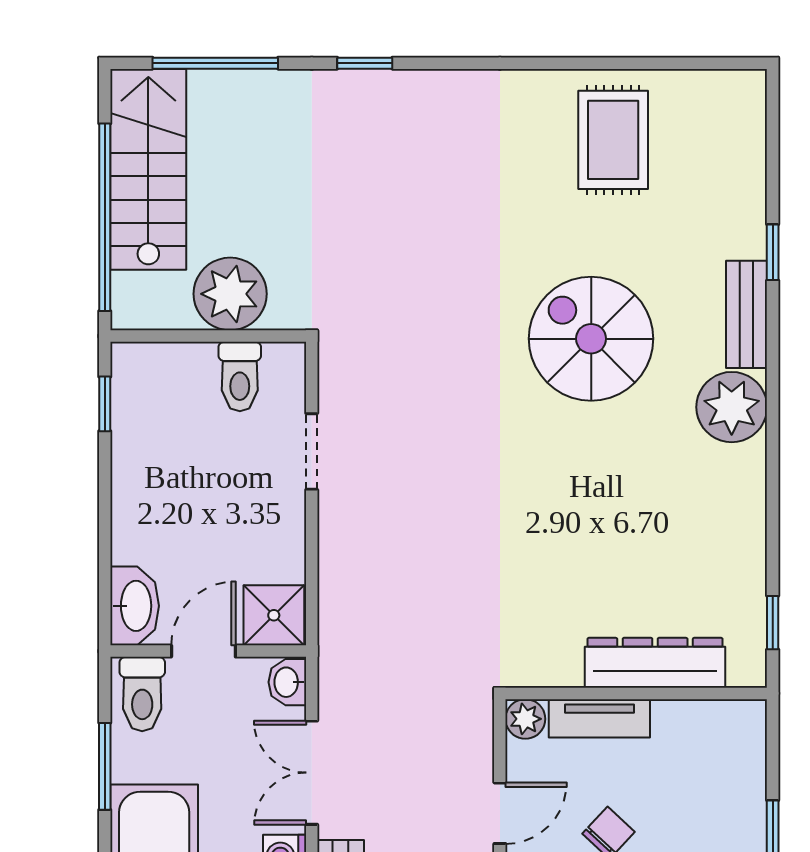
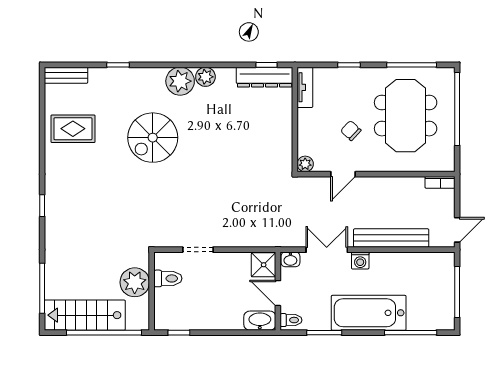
window: (365, 63) -> (42, 206), moved
bench: (746, 314) -> (66, 75), moved
plant: (743, 470) -> (205, 77), added
dresser: (655, 663) -> (265, 77), moved, turned -90
toilet: (142, 694) -> (291, 320), width x0.73, depth x0.72
tv unit: (599, 718) -> (305, 87), moved
double door: (312, 773) -> (327, 250), swing flipped
door: (500, 813) -> (343, 174), swing flipped

